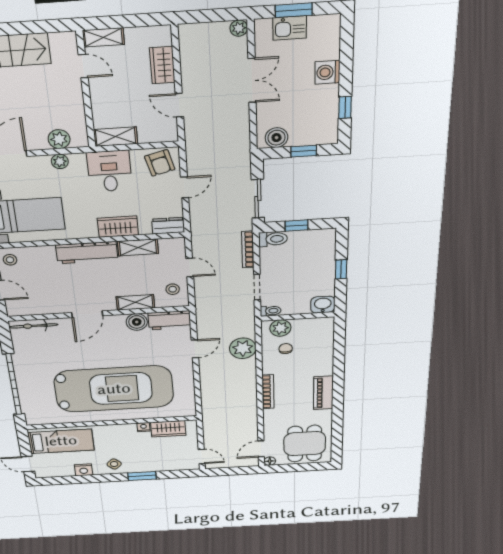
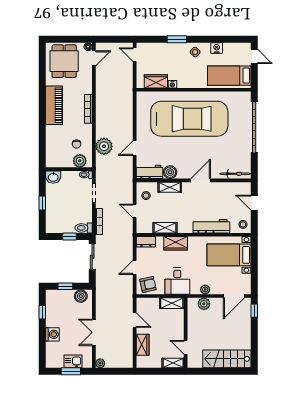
armchair: (160, 163) -> (148, 285), turned 92
workbench: (87, 253) -> (211, 226), moved
car: (114, 389) -> (189, 119), turned 180
piano: (323, 393) -> (54, 105), width x1.37, depth x1.33

